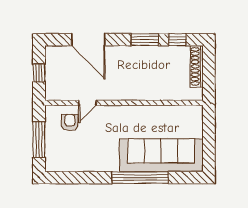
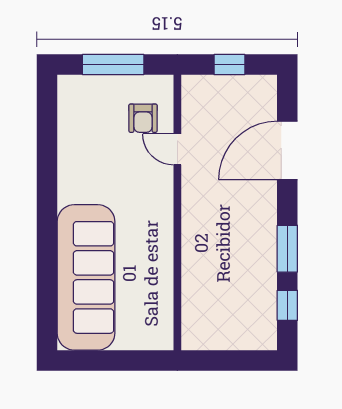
shoe rack: (197, 66) -> (241, 339), removed
armchair: (70, 123) -> (143, 118), turned 90
window: (140, 178) -> (47, 241), removed

